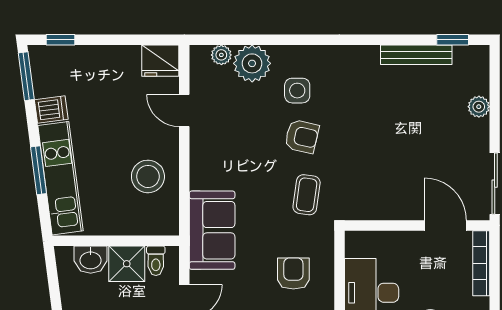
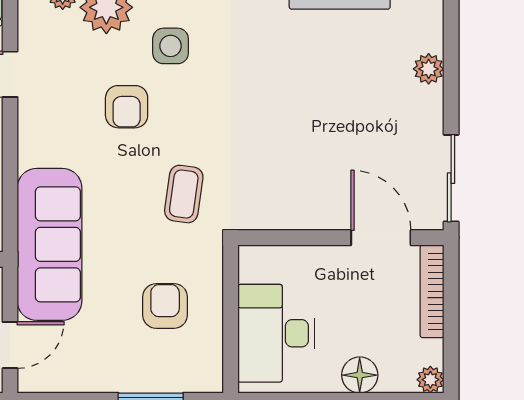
armchair: (302, 136) -> (127, 107), moved, turned 77
sofa: (212, 230) -> (49, 244), width x1.36

